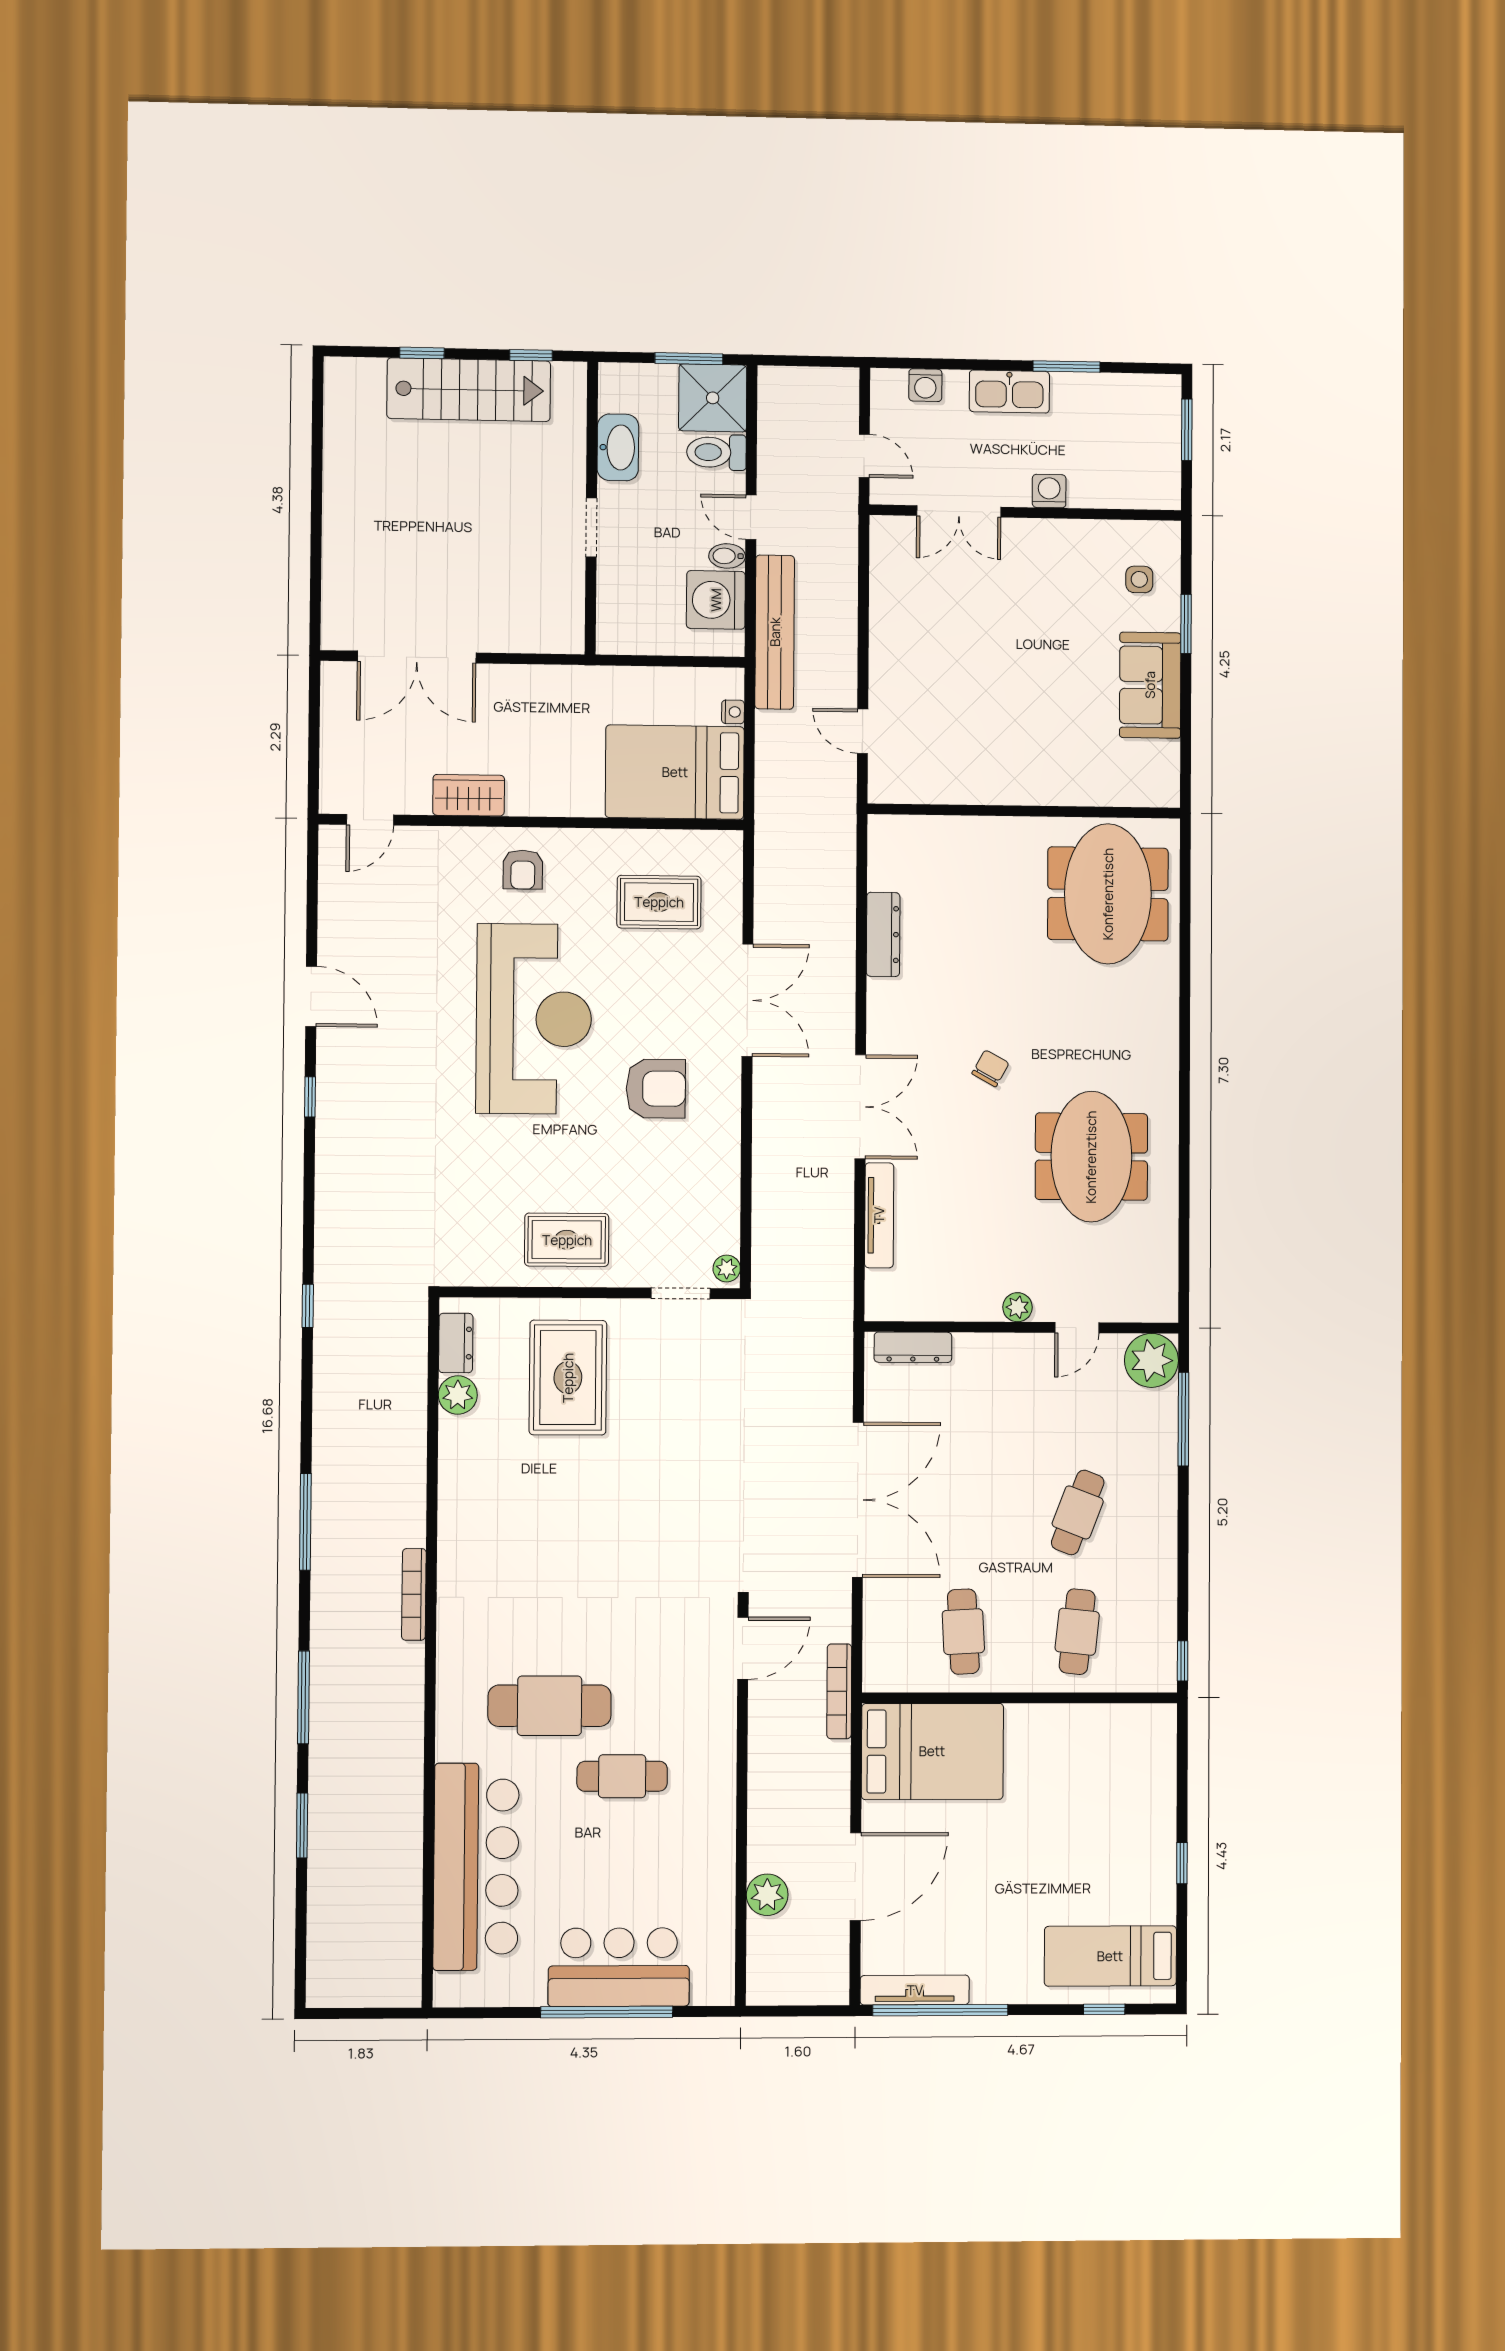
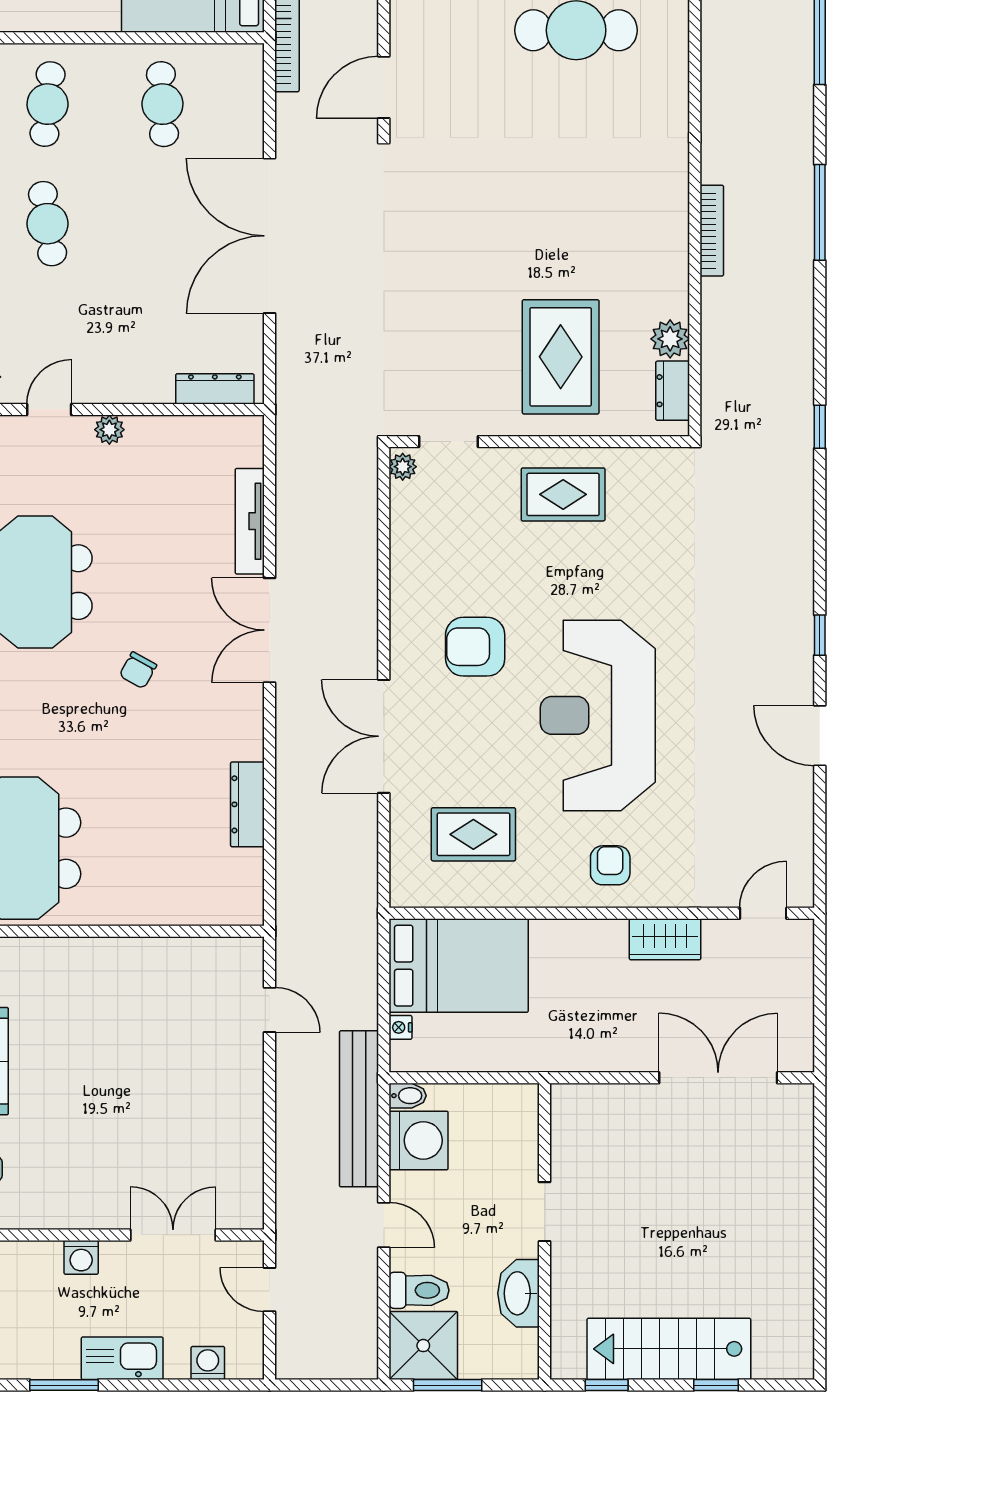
bidet: (727, 556) -> (408, 1096), moved
cafe table: (1078, 1512) -> (48, 224), turned -30
bookcase: (414, 1594) -> (712, 231), moved

